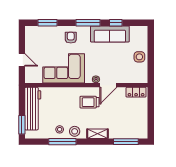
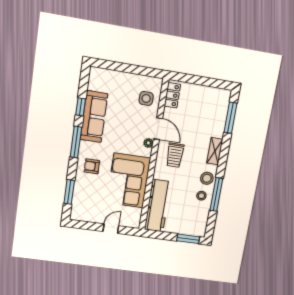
side table: (139, 57) -> (146, 98), moved
workbench: (33, 109) -> (158, 206), moved, turned 90

